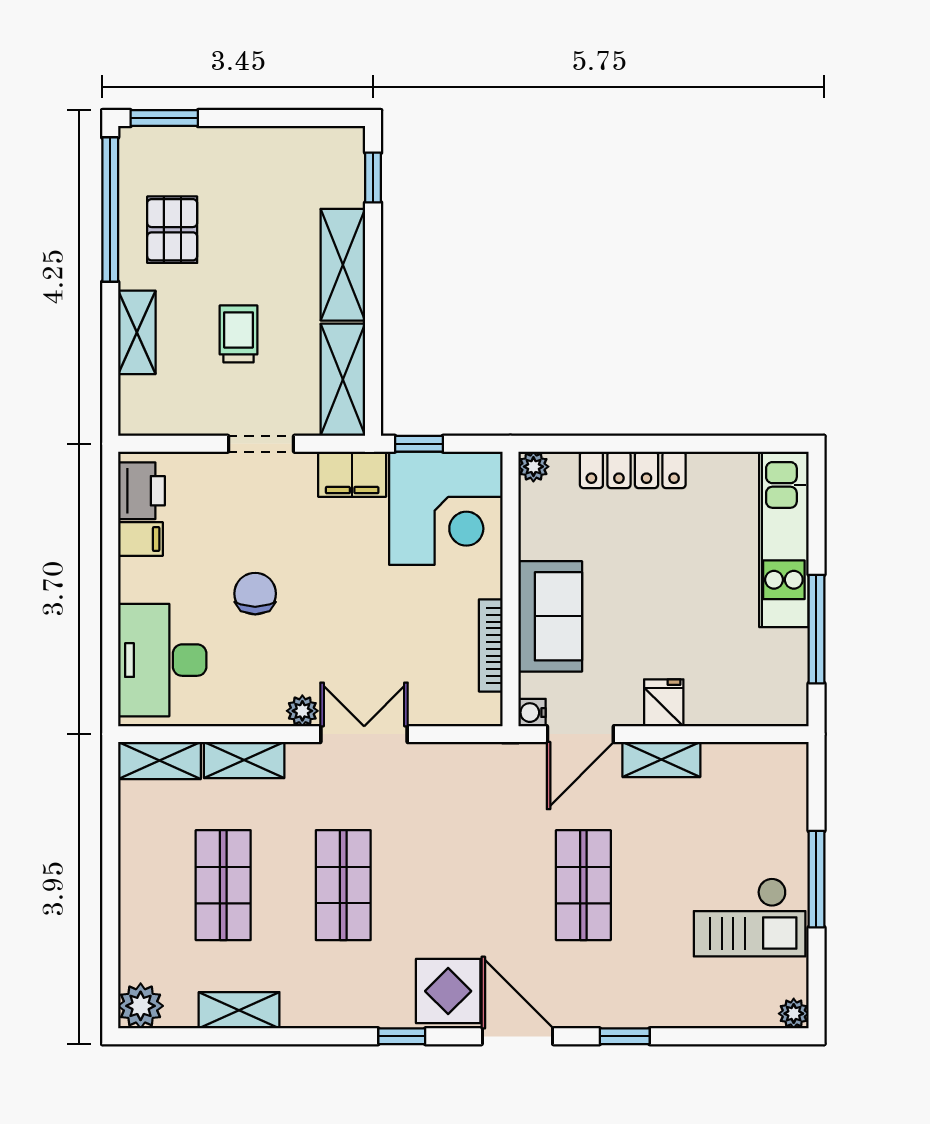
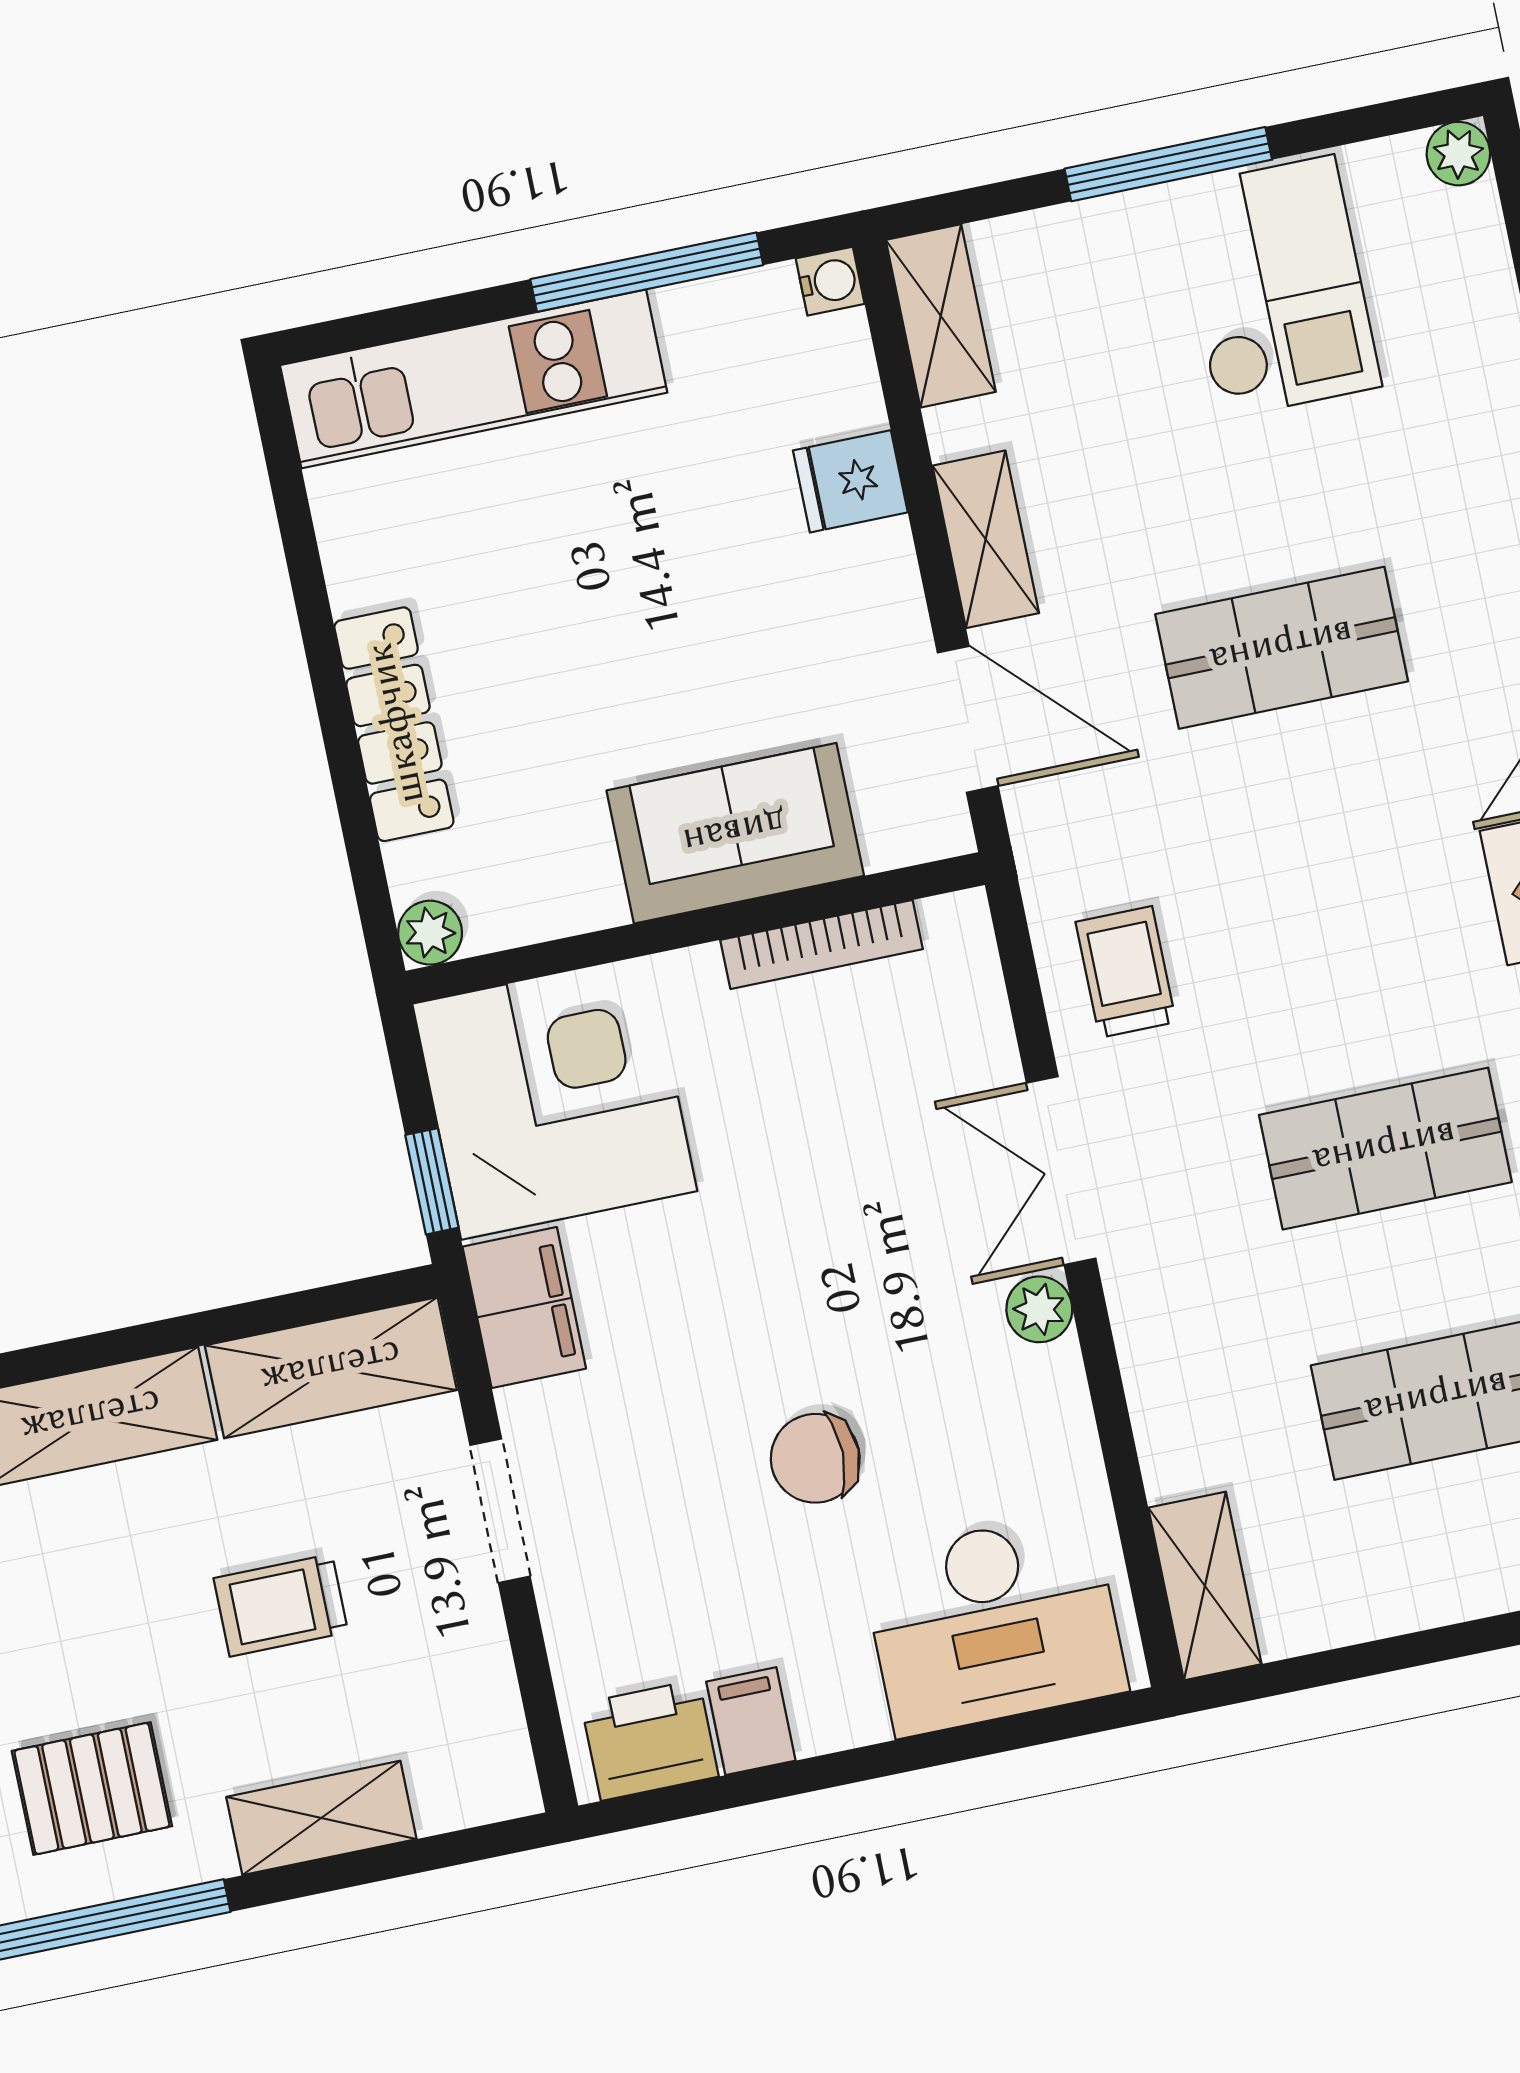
fridge: (664, 703) -> (850, 481), moved
water cooler: (532, 713) -> (830, 281), moved, turned -90
shelving: (244, 760) -> (941, 316), moved
trolley: (449, 783) -> (1126, 972), added

